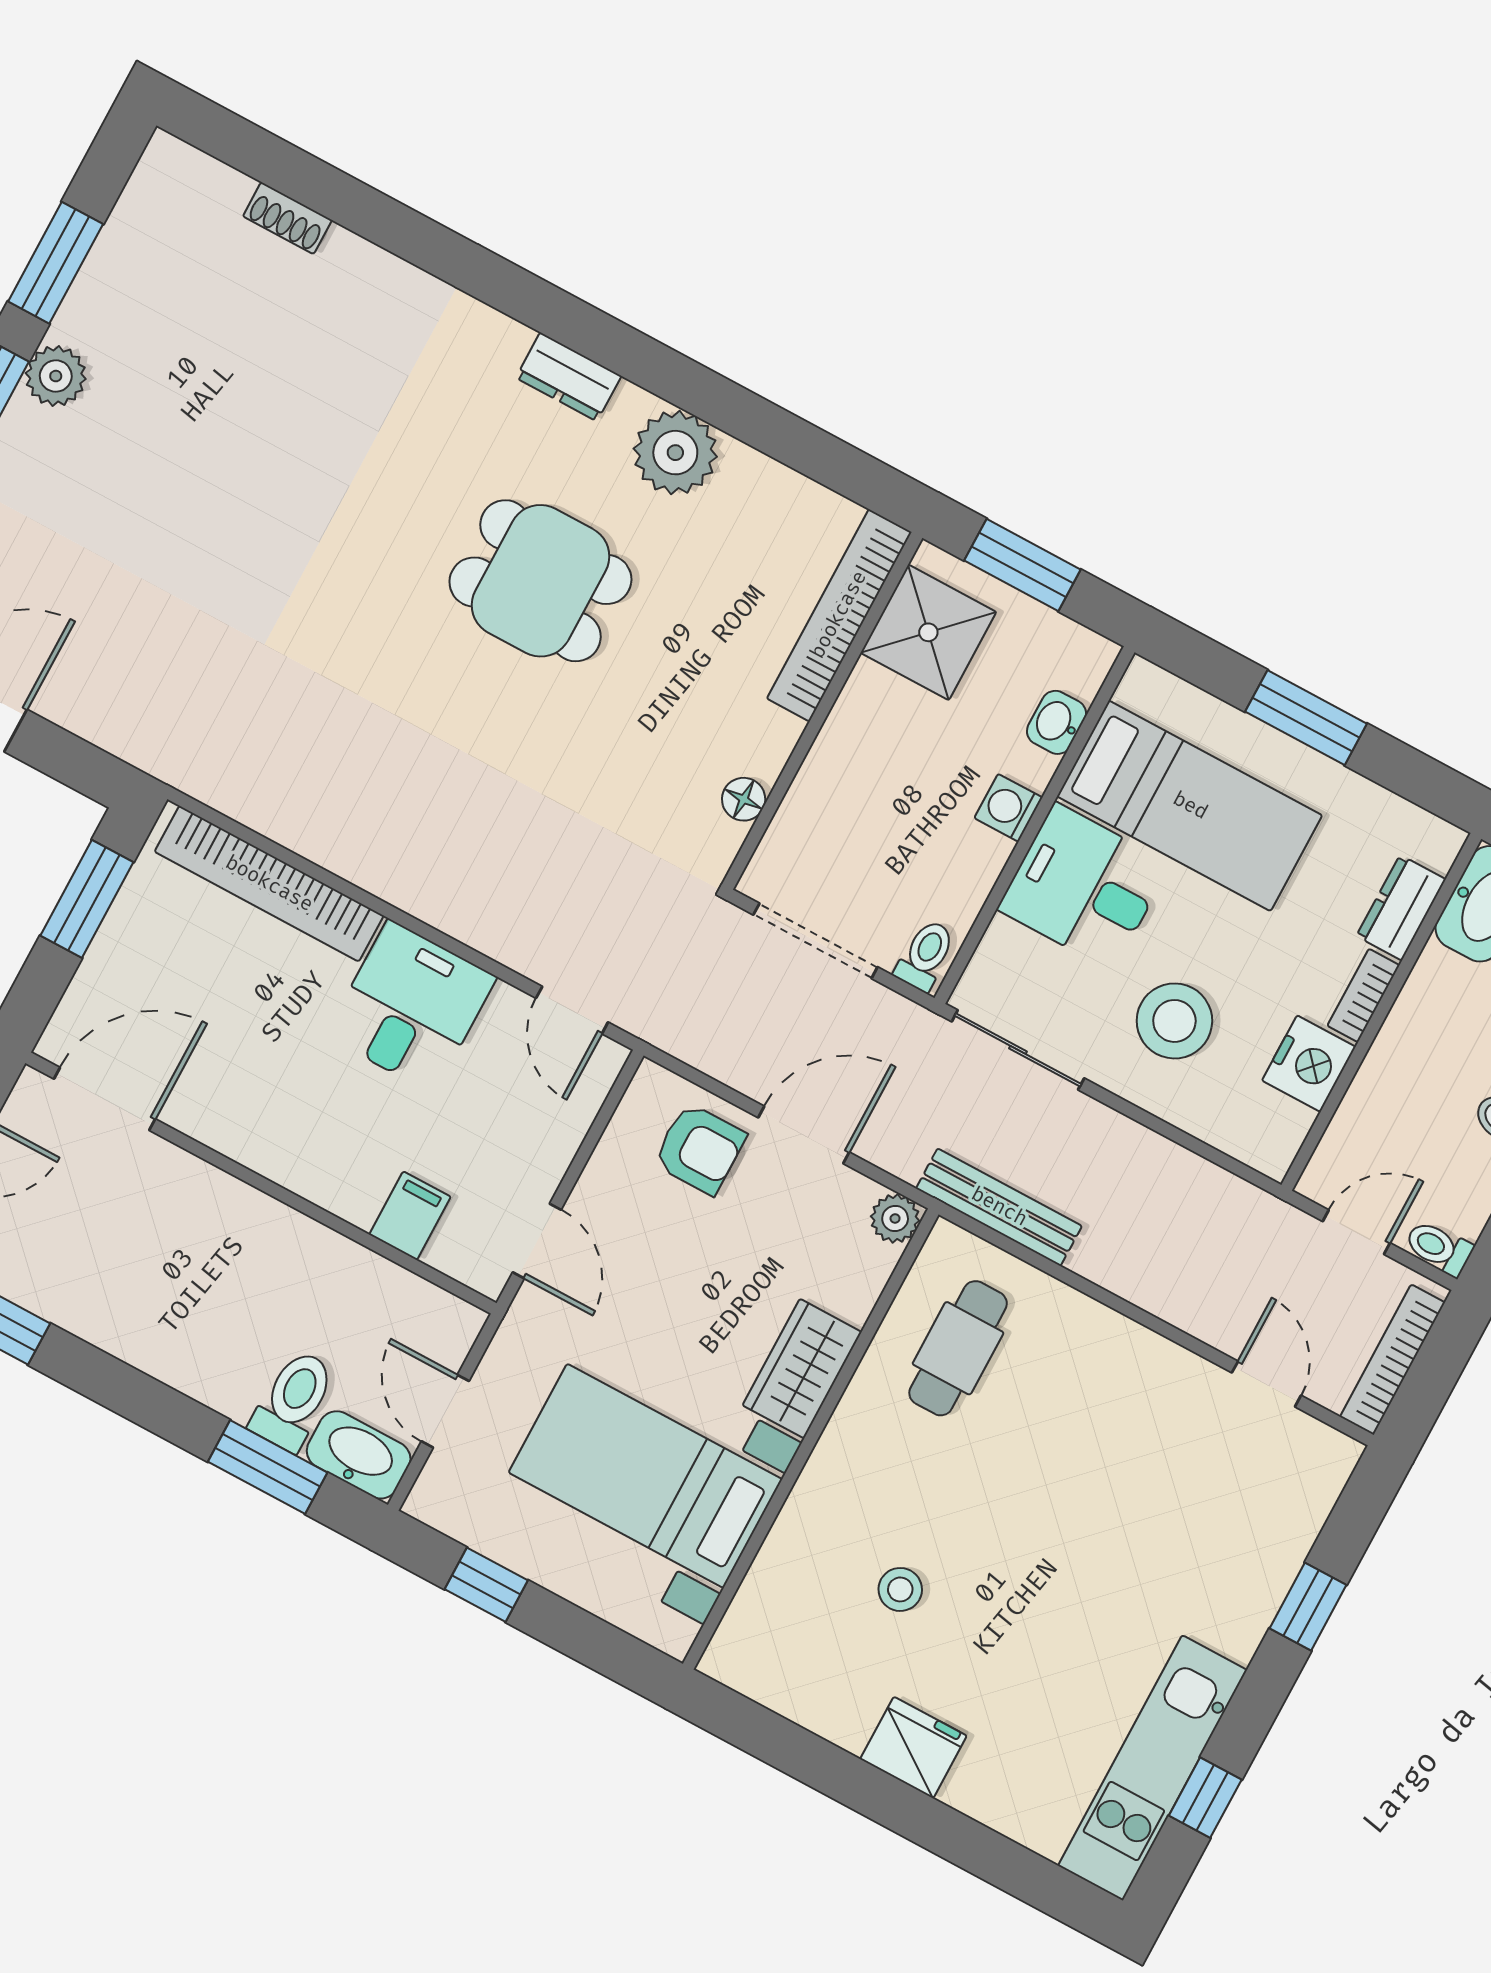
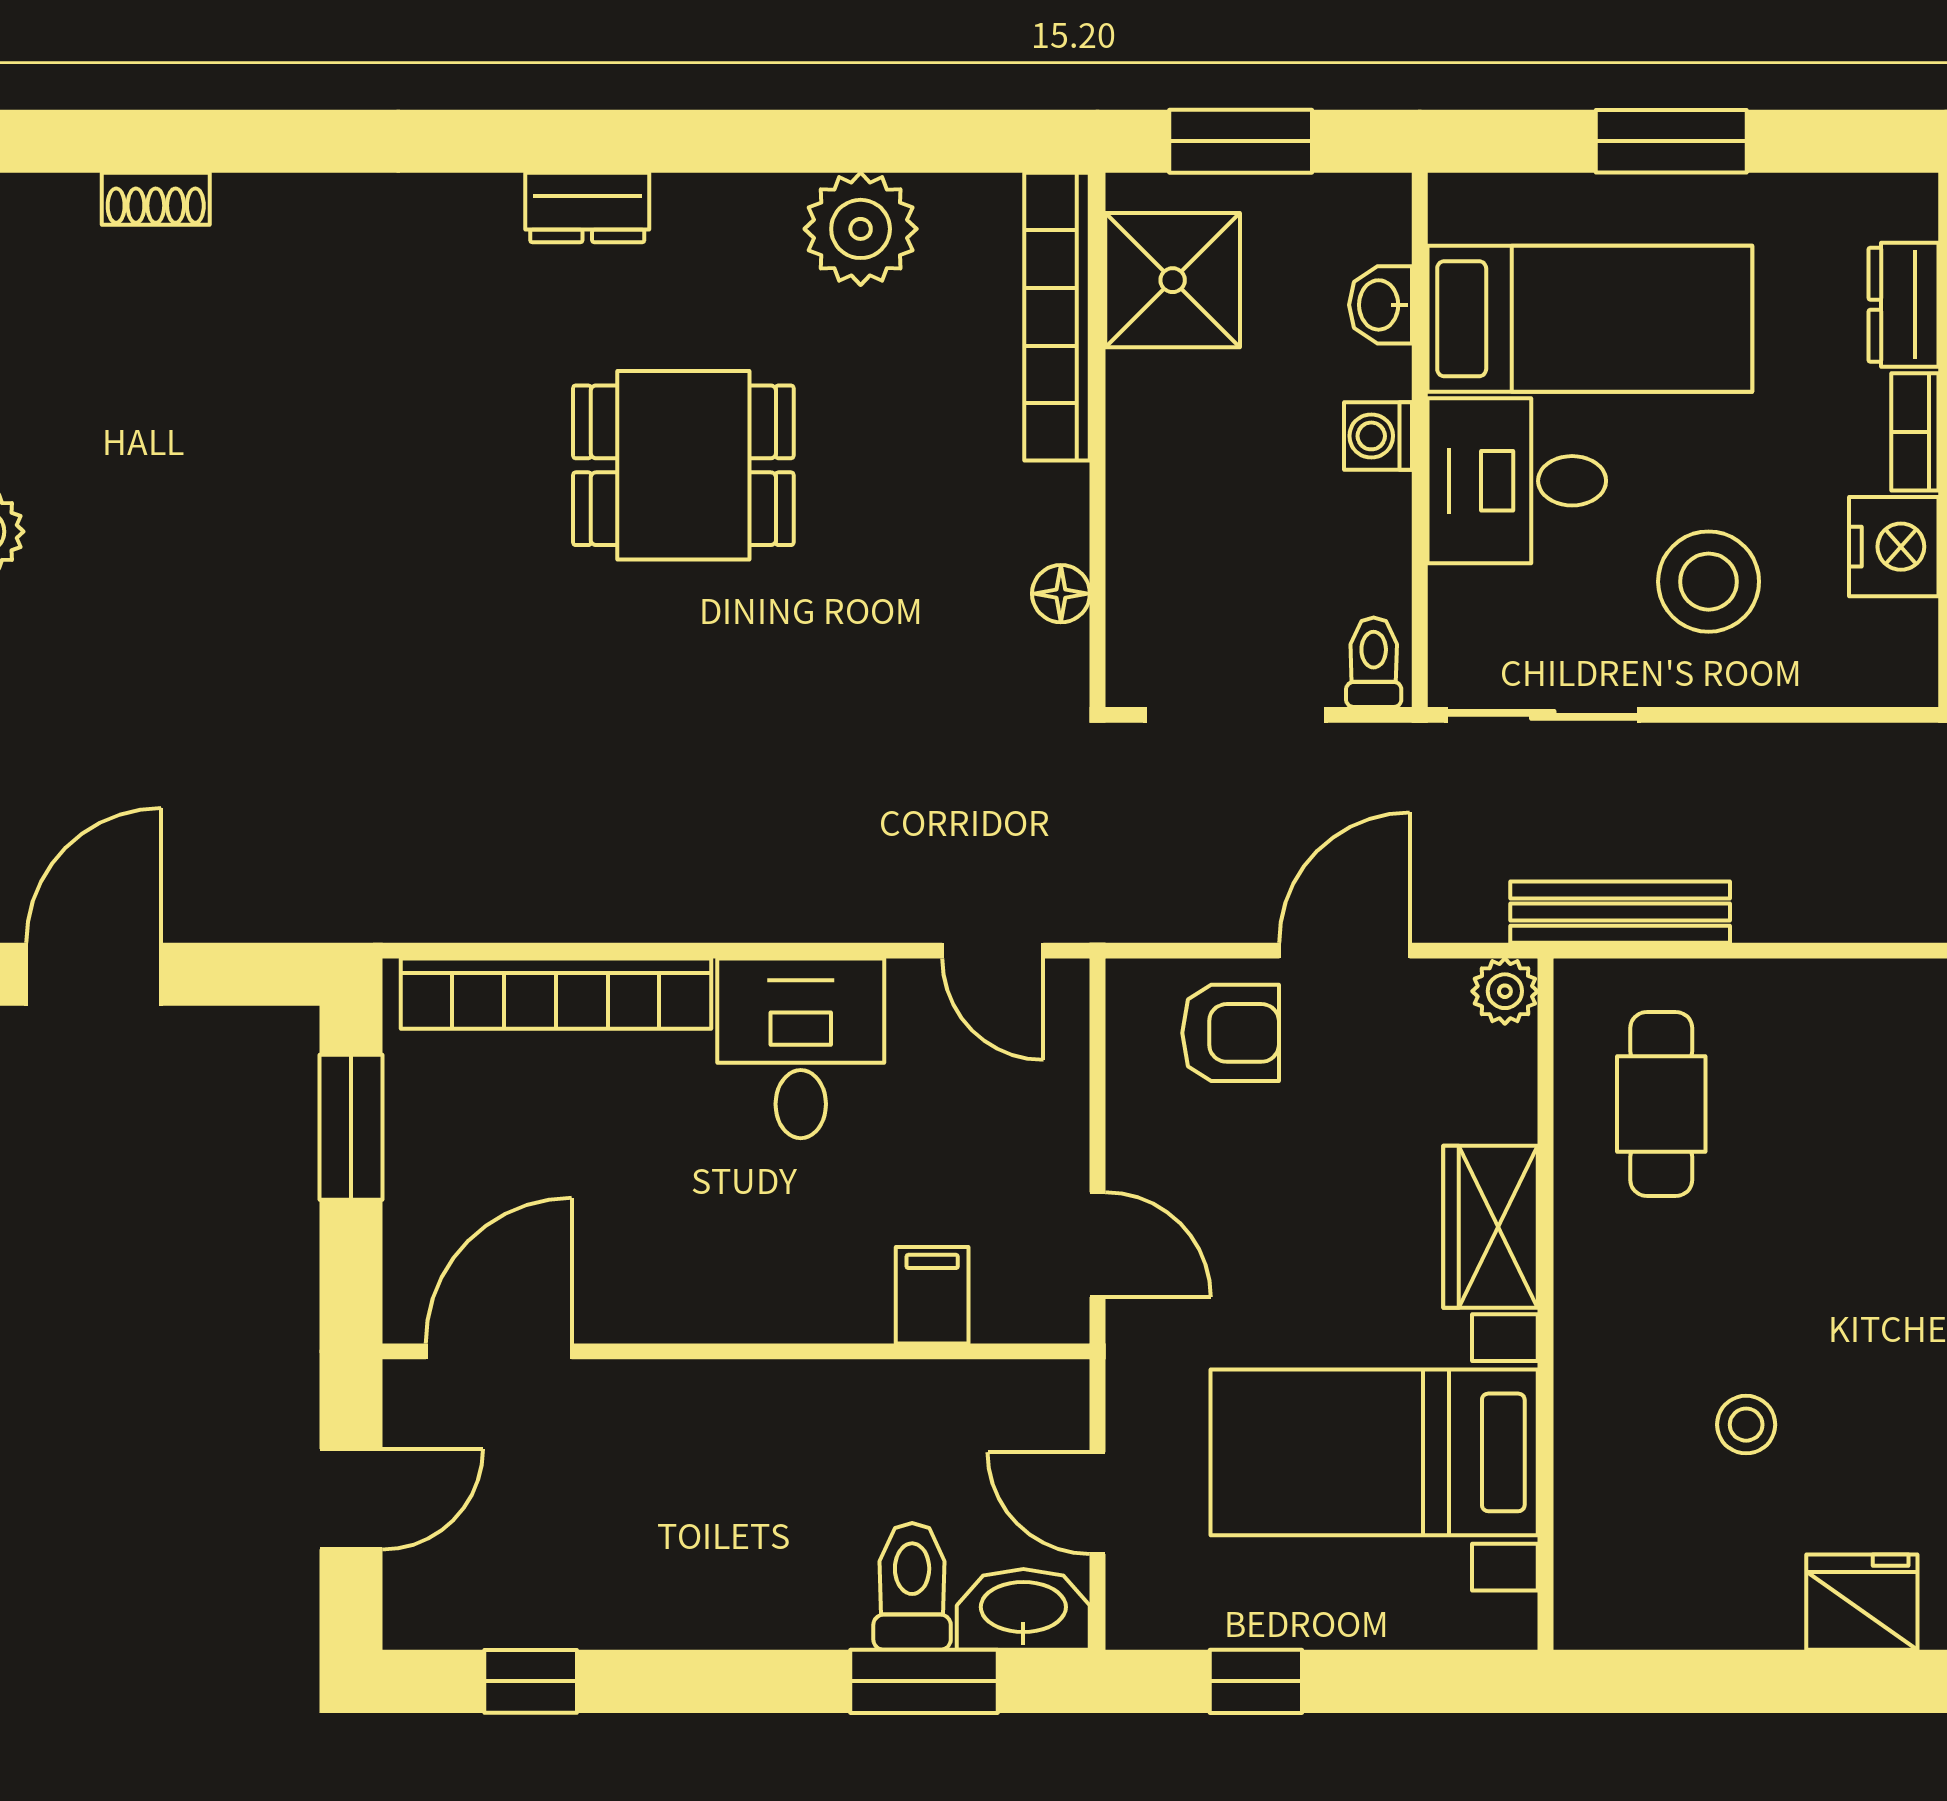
plant: (675, 453) -> (861, 229), moved

